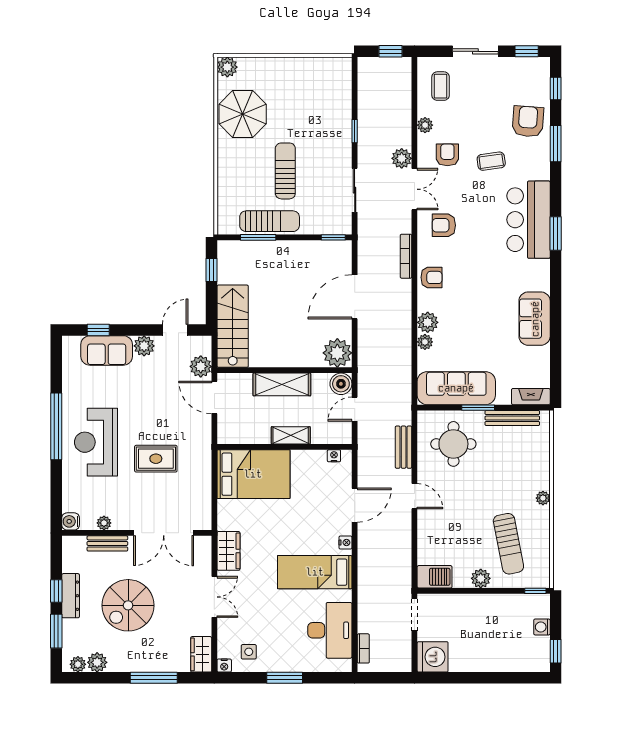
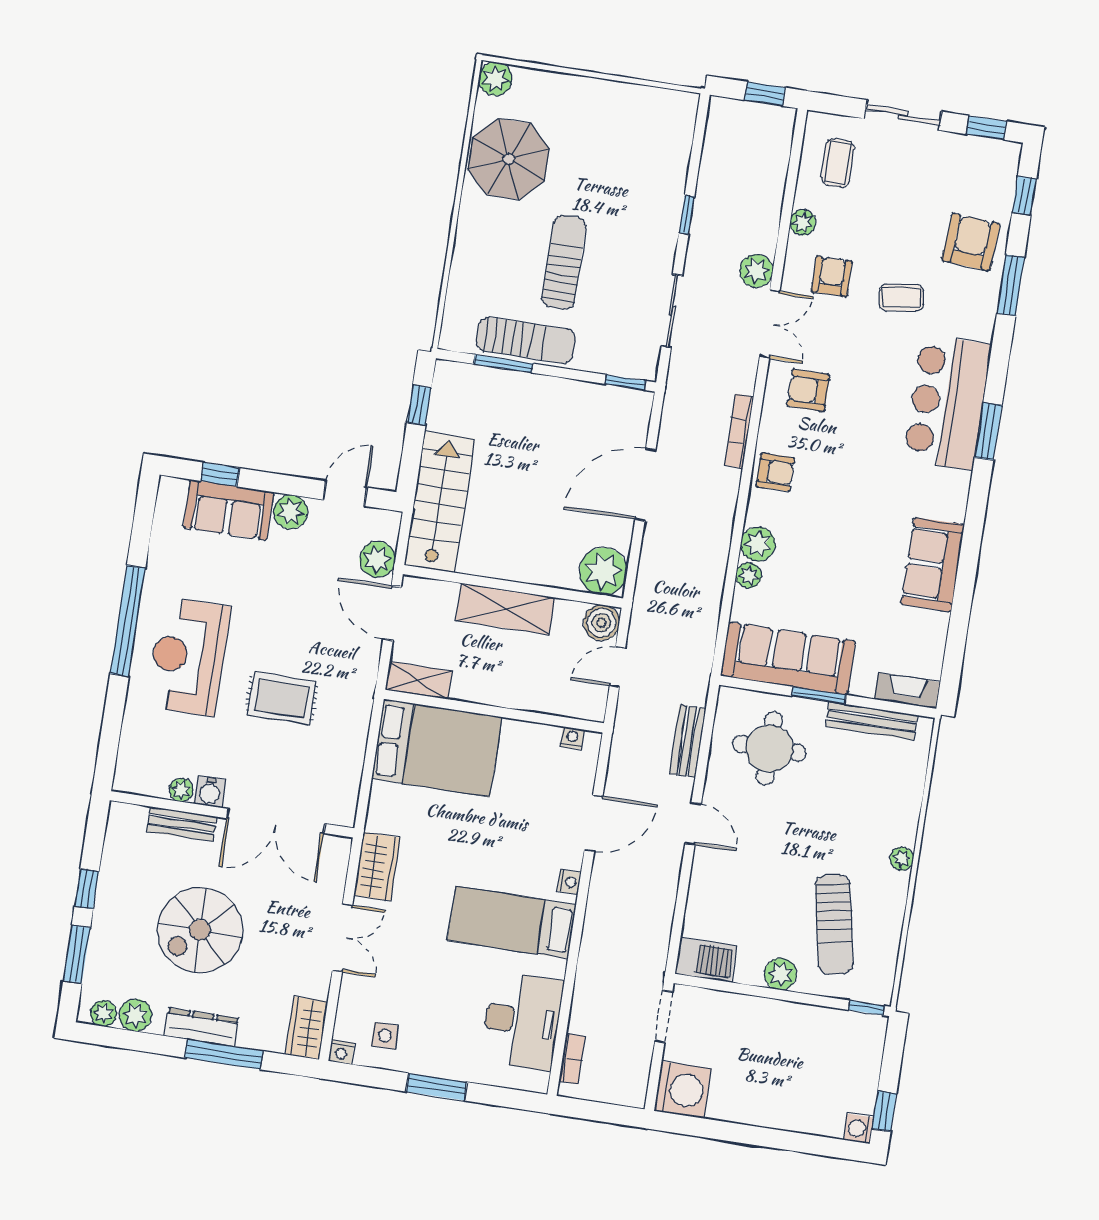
shelving: (291, 435) -> (419, 680), moved
water cooler: (71, 521) -> (210, 792), moved, turned -90
dresser: (71, 596) -> (201, 1027), moved, turned -90
washing machine: (542, 627) -> (859, 1129), moved

